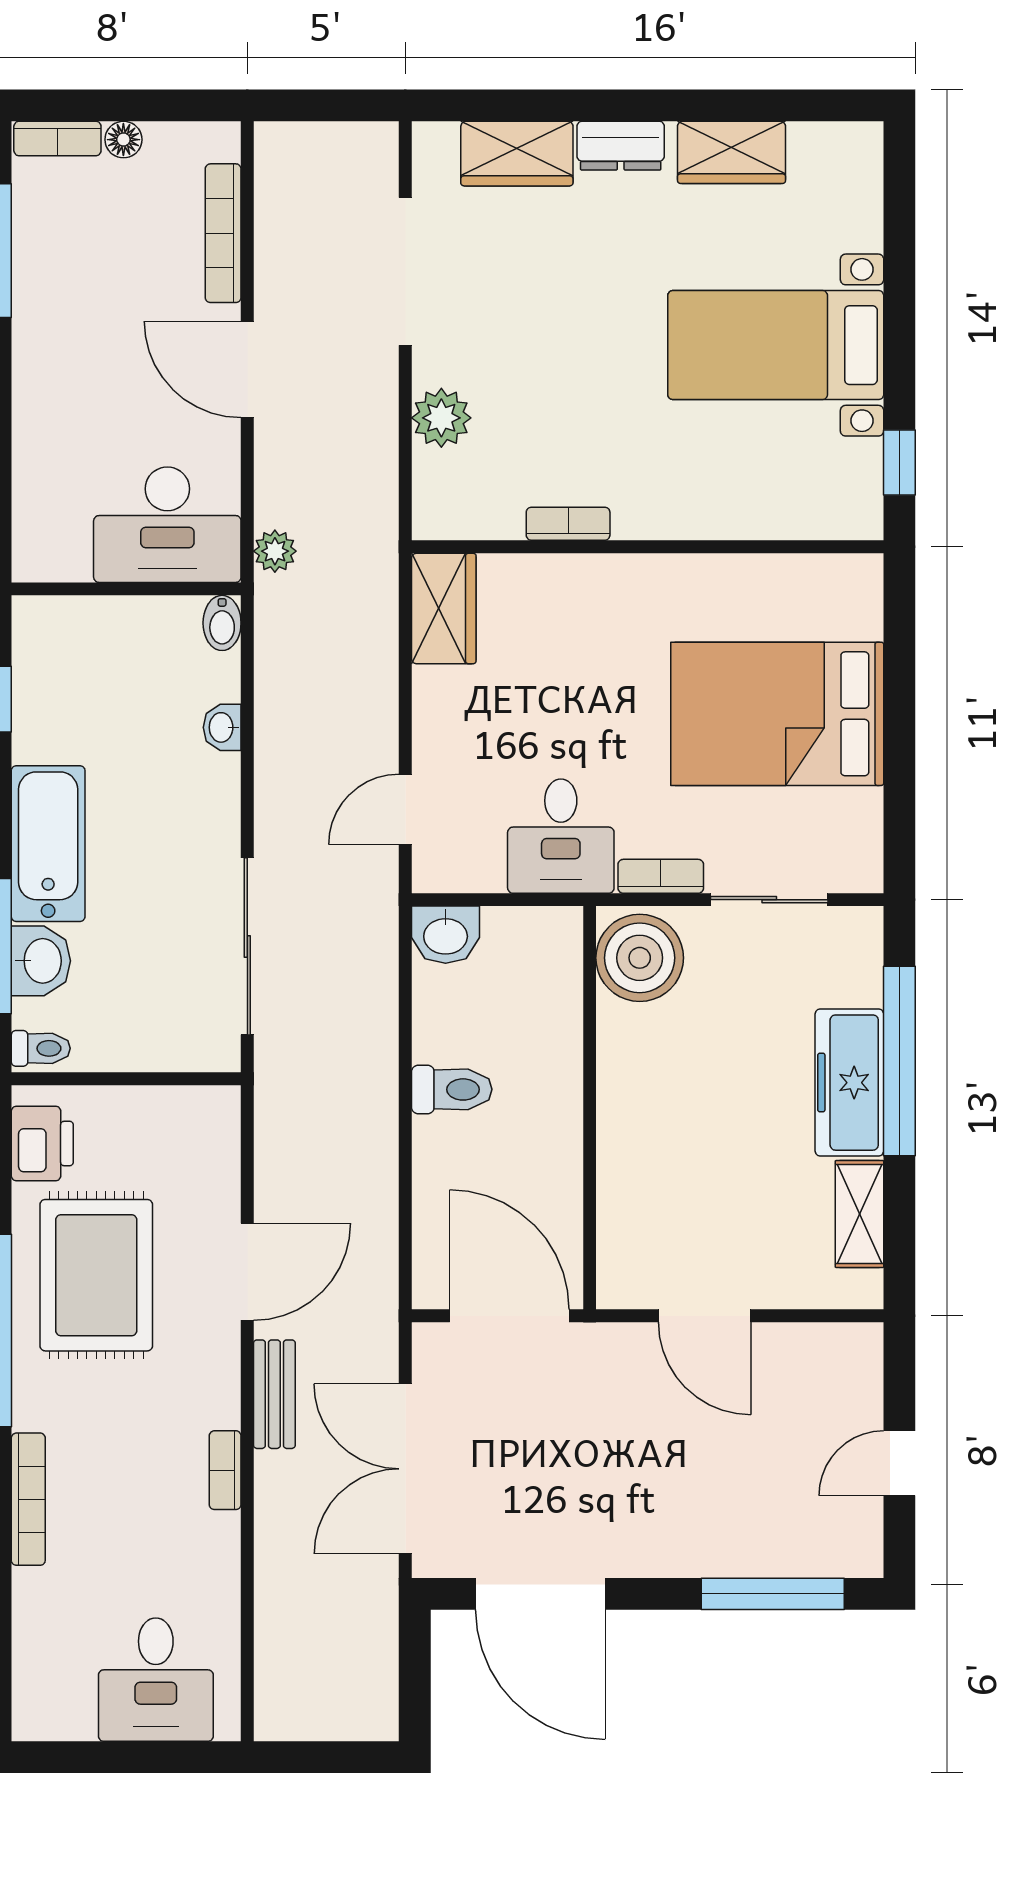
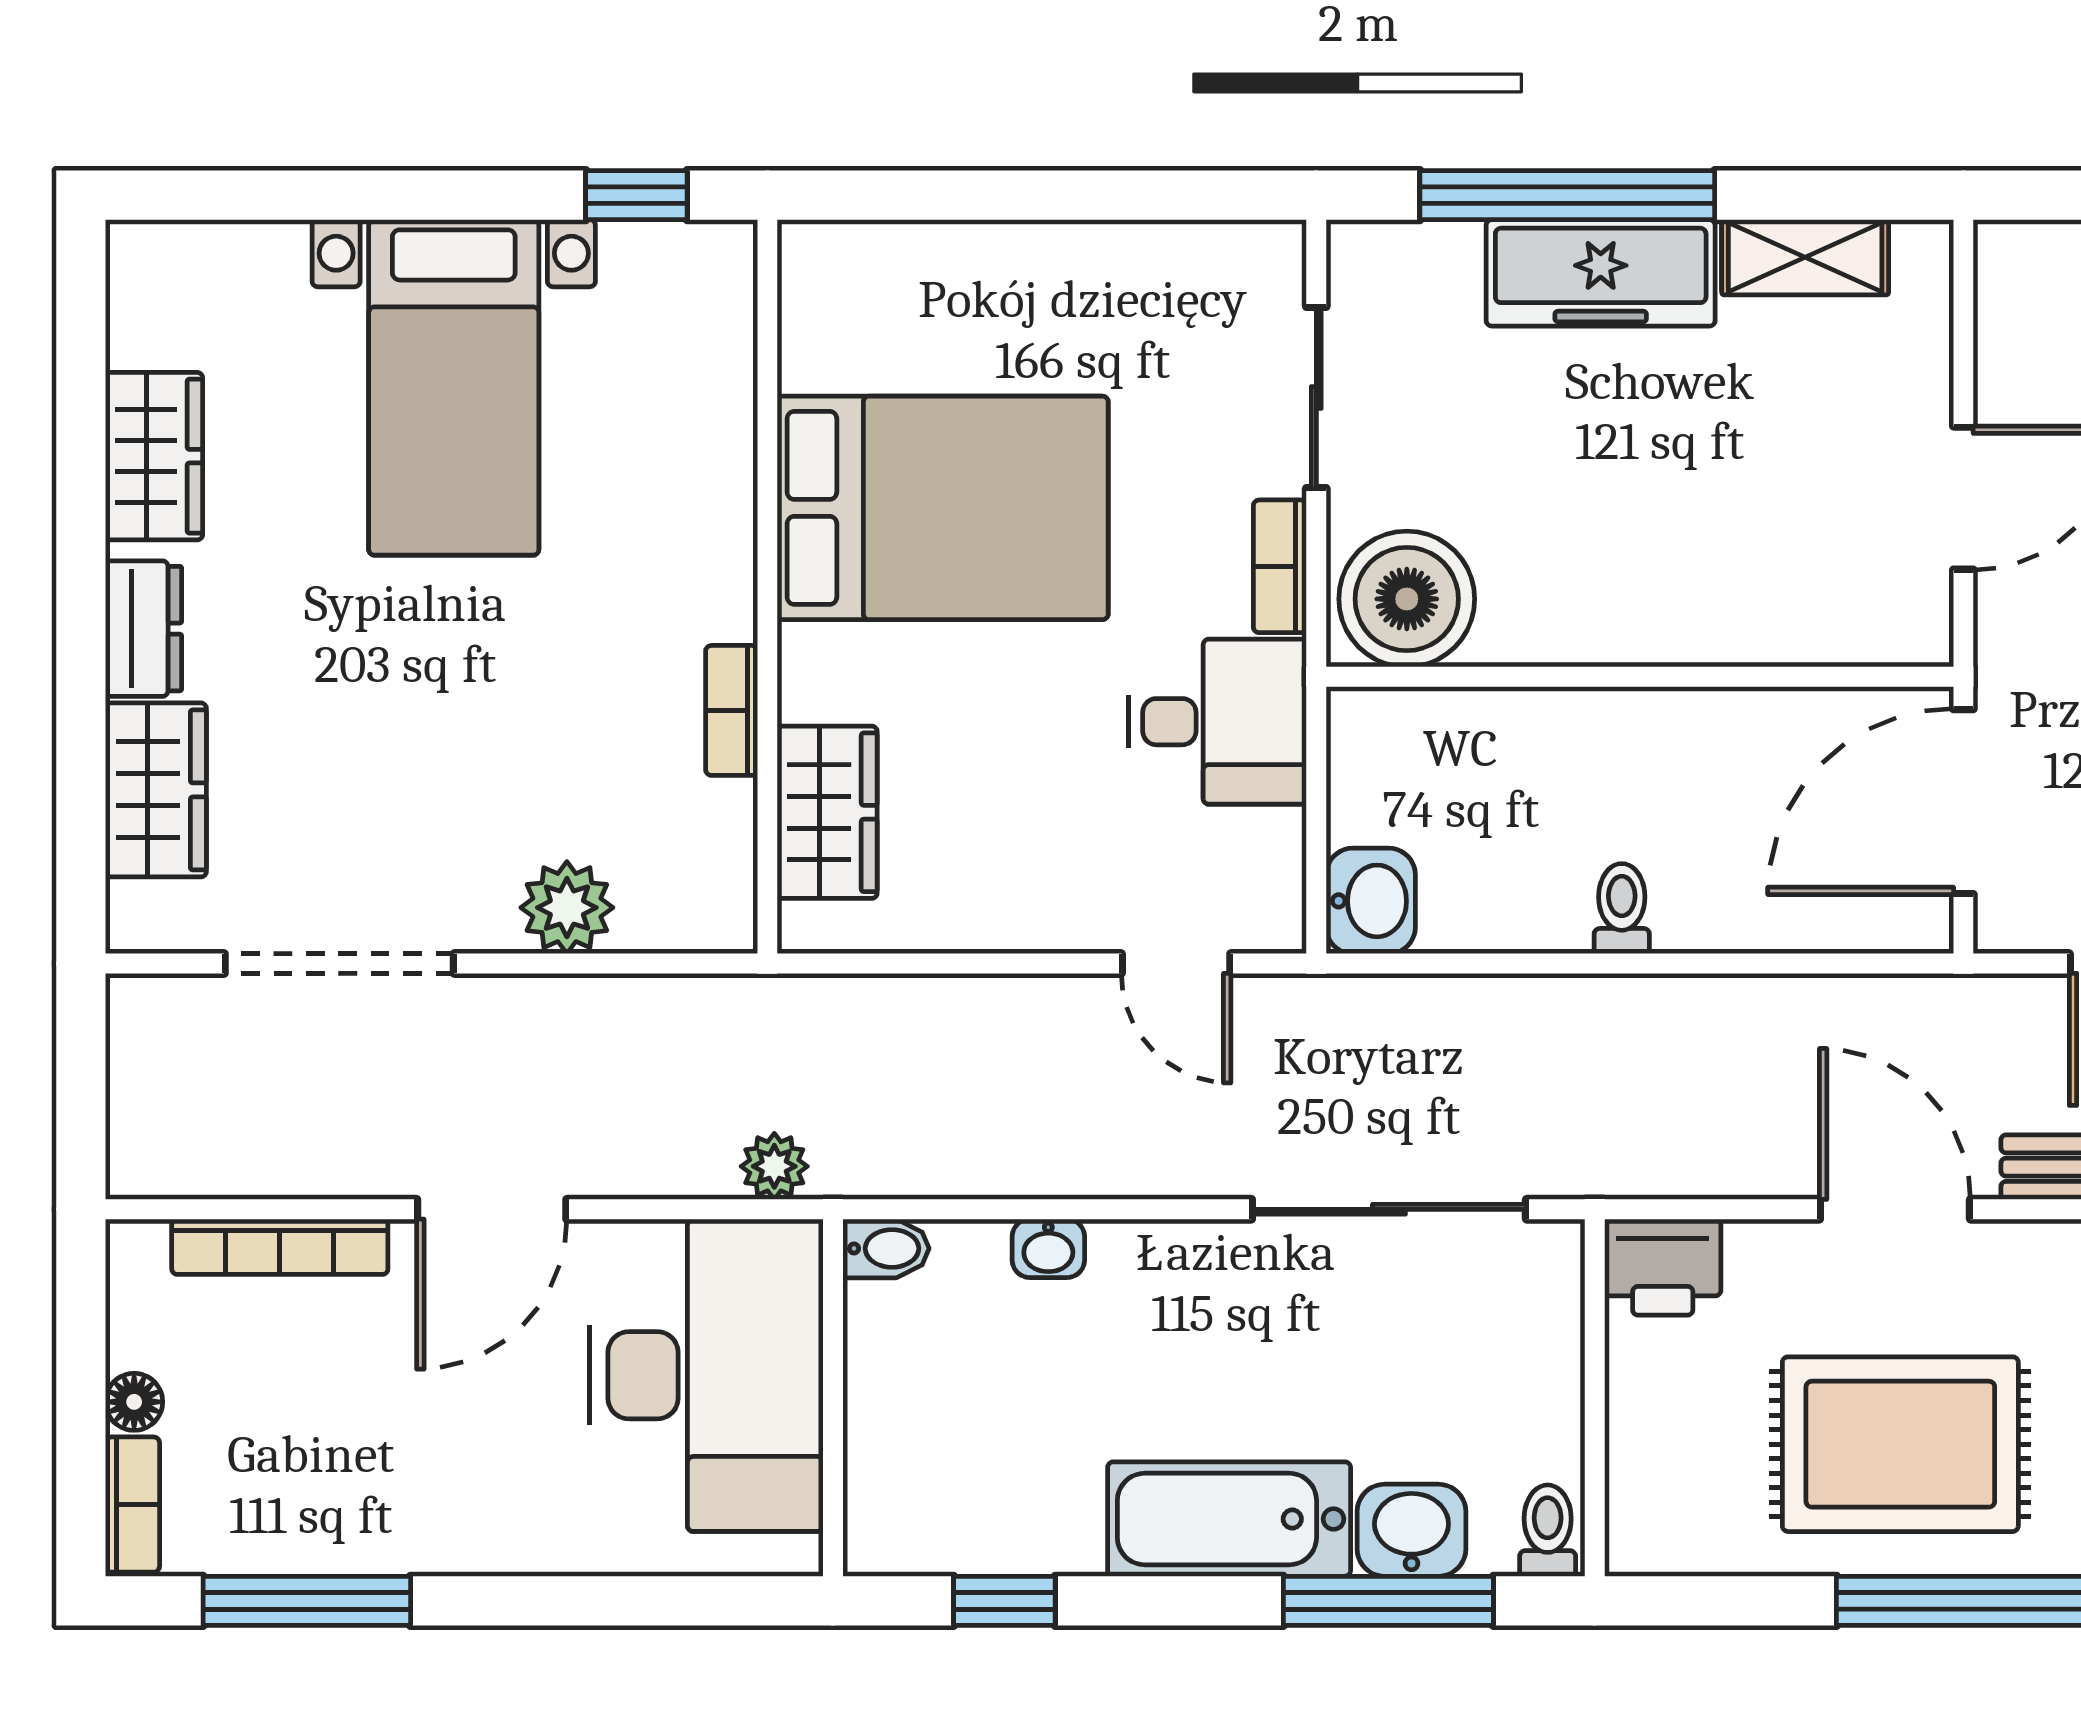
desk: (167, 525) -> (706, 1375), width x1.36, depth x1.30
wardrobe: (444, 608) -> (827, 812), moved, turned 90
bed: (777, 714) -> (943, 508), moved, turned -90
toilet: (452, 1089) -> (1622, 909), width x0.73, depth x0.72
printer: (42, 1144) -> (1663, 1267), moved, turned 180

